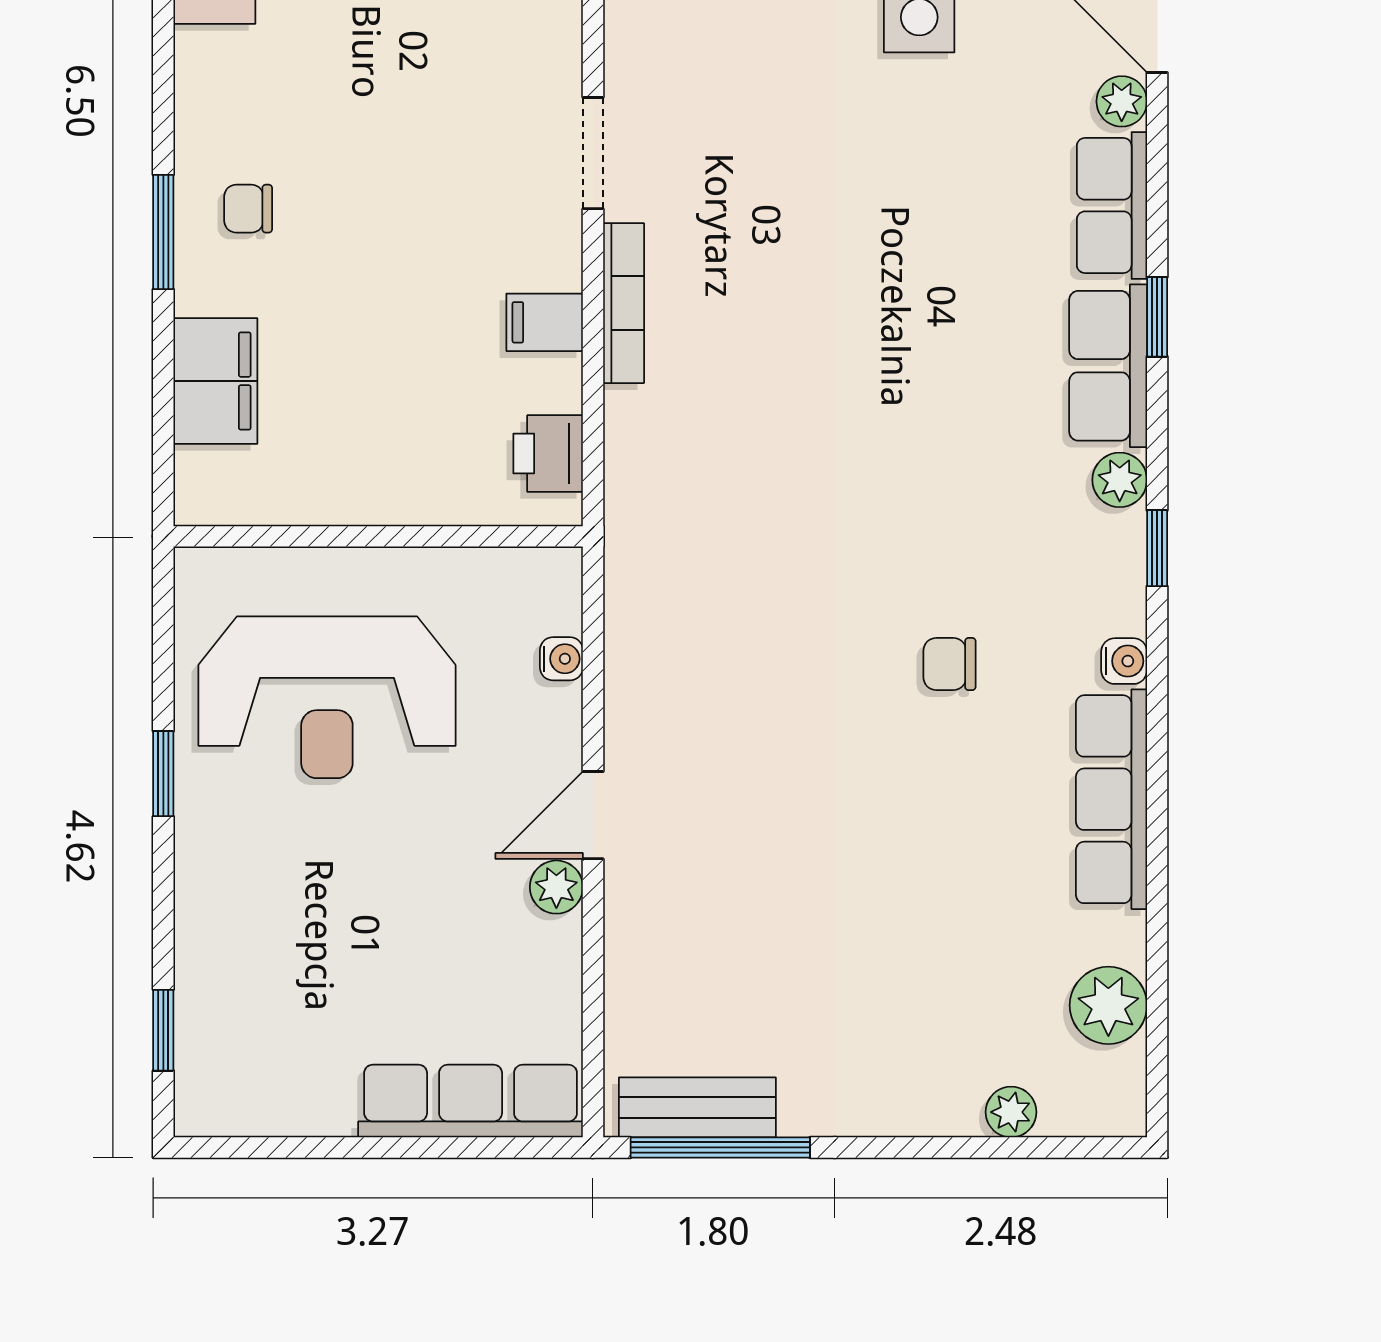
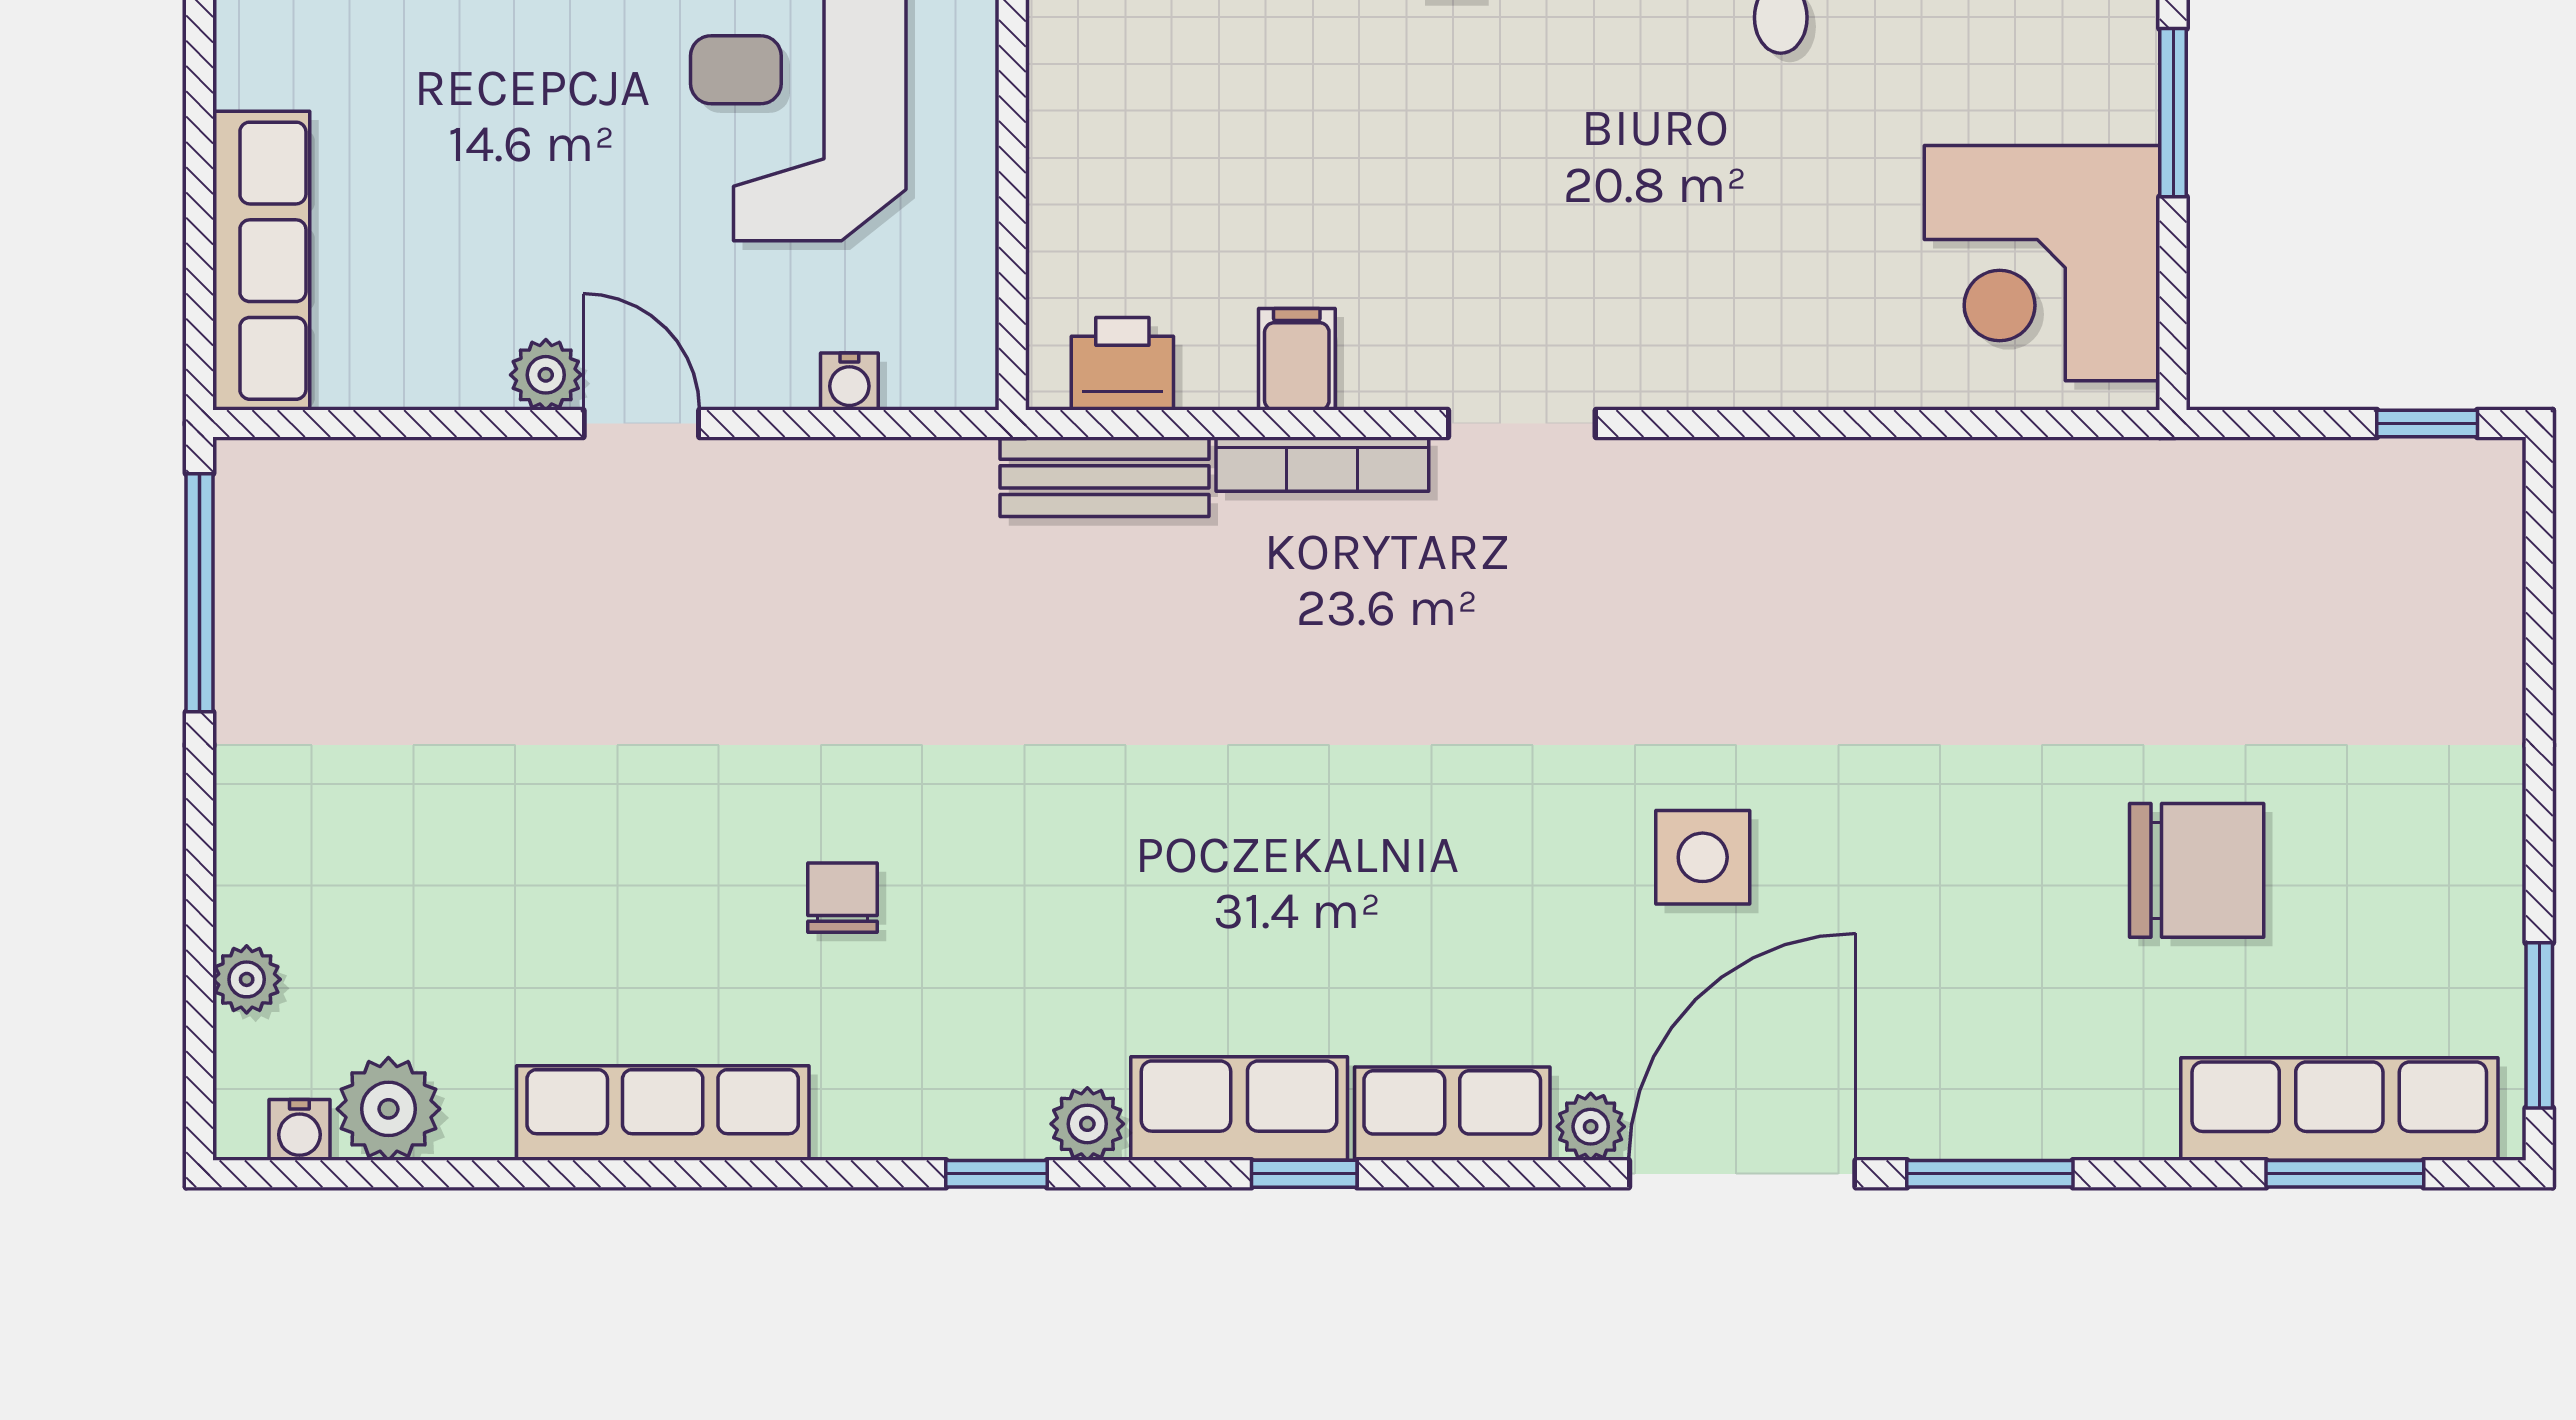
water cooler: (1124, 661) -> (299, 1130), moved
bench: (697, 1107) -> (1104, 477), moved, turned 90

